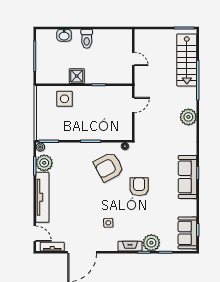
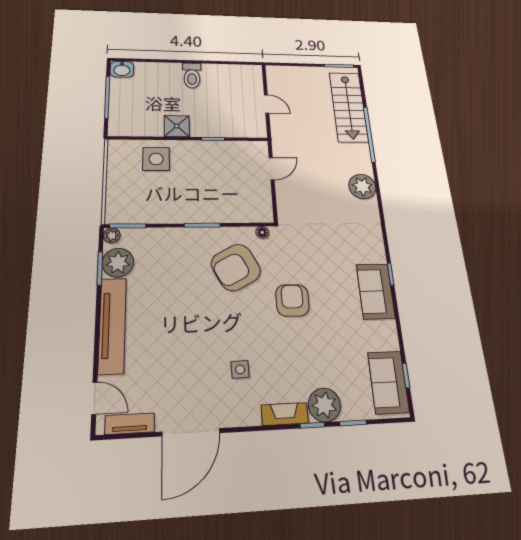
washbasin: (64, 35) -> (122, 69), moved
sofa: (187, 177) -> (376, 291), width x0.73

